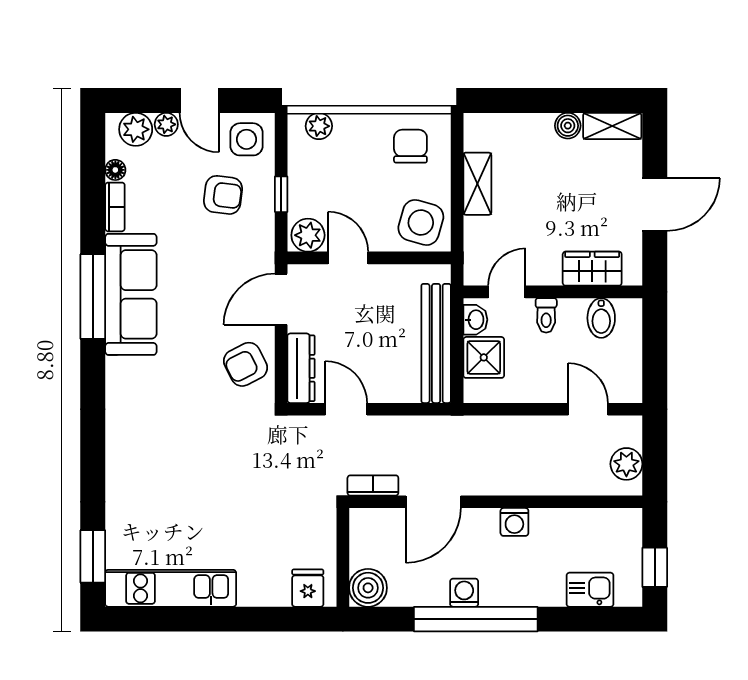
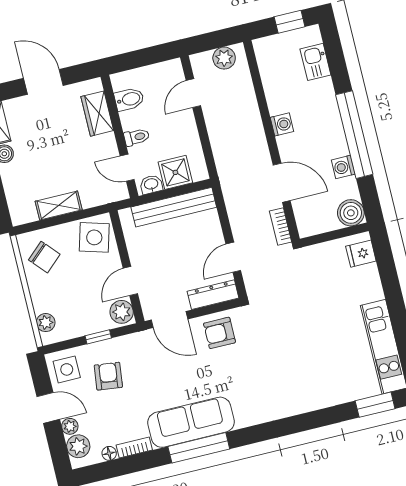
door: (199, 100) -> (48, 408), hinge flipped
chair: (410, 146) -> (44, 257), turned -132
armchair: (246, 364) -> (219, 333), turned 117
washing machine: (464, 593) -> (343, 167), moved

